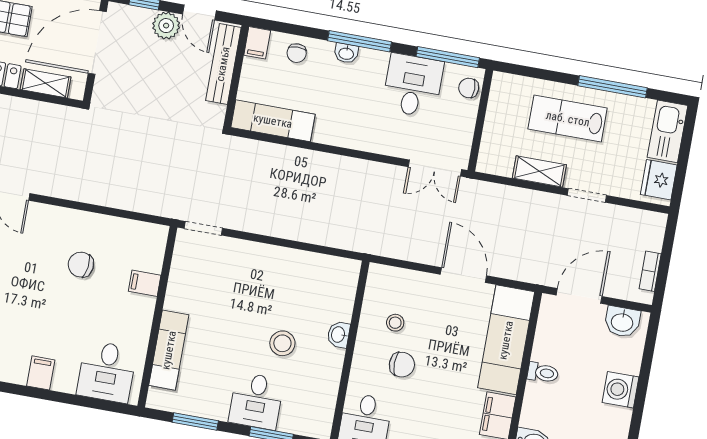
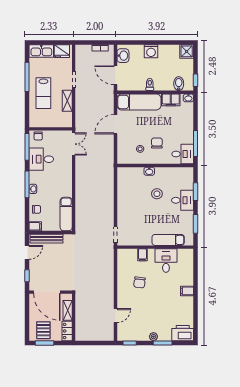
plant: (166, 26) -> (35, 265), removed
desk: (107, 372) -> (166, 261), moved, turned -90

